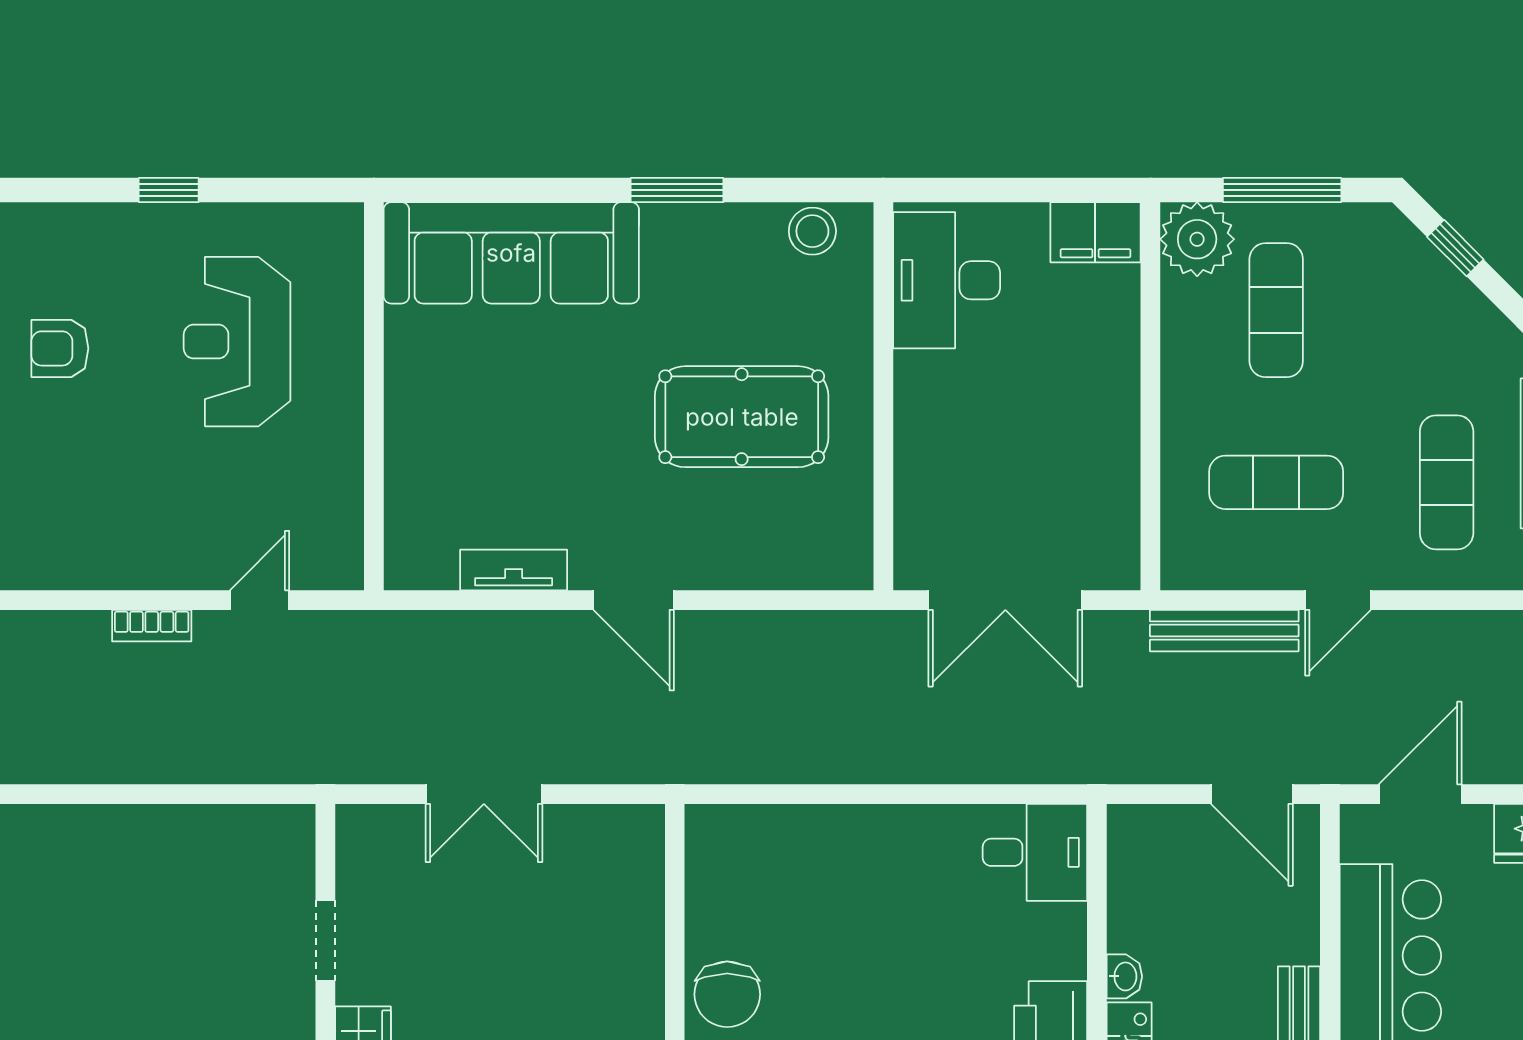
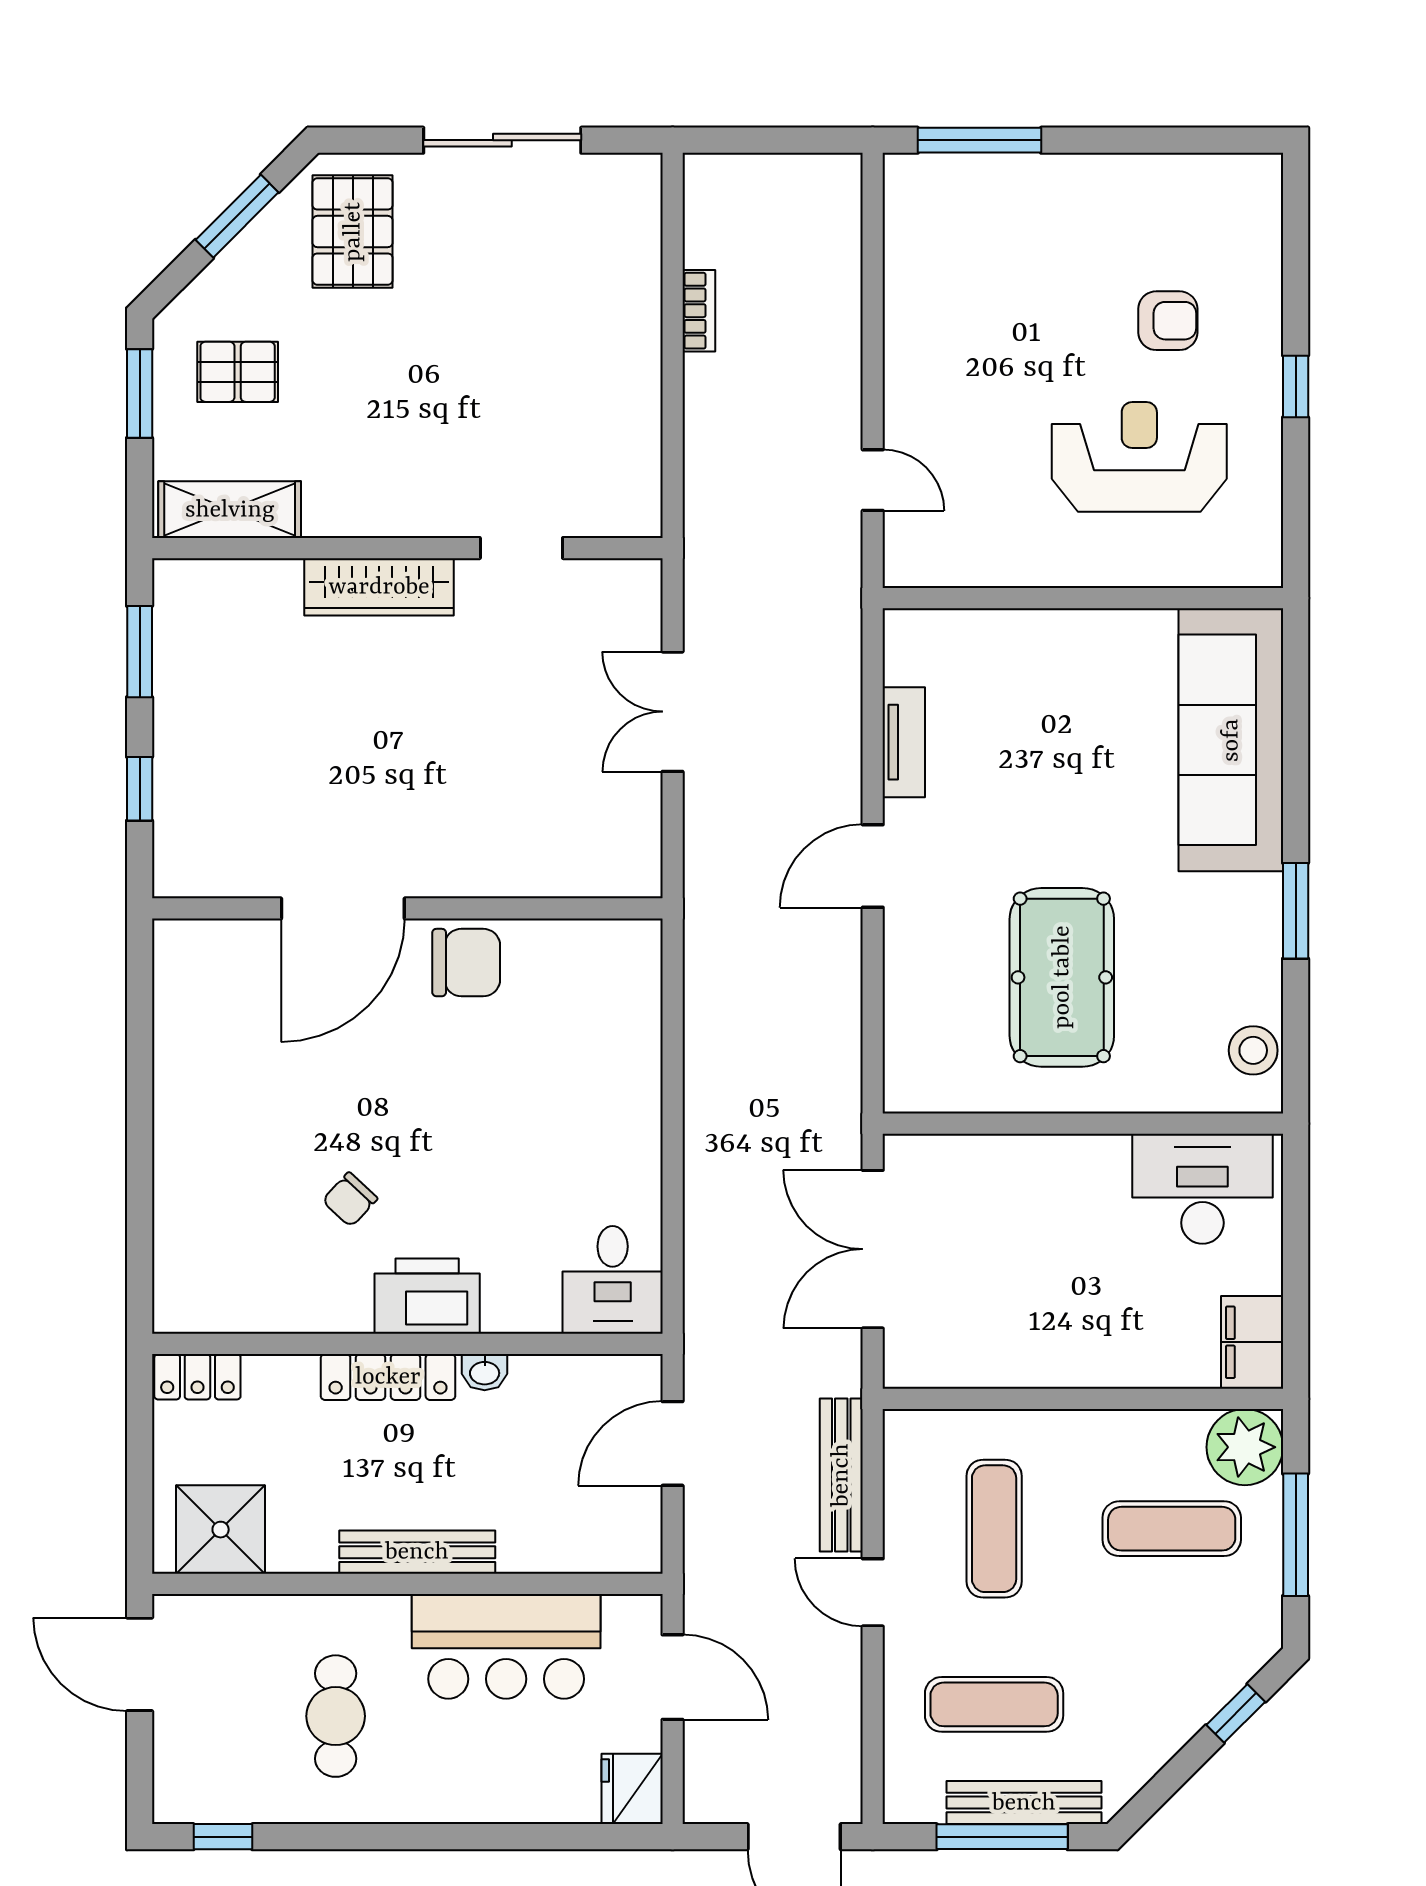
armchair: (60, 348) -> (1168, 321), moved, turned 90
bookcase: (152, 626) -> (699, 311), moved, turned 180
door: (1252, 794) -> (673, 1443), moved
chair: (727, 994) -> (466, 963), turned 180

